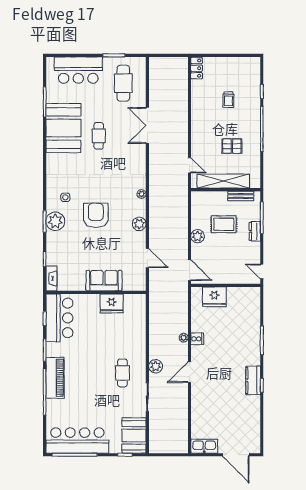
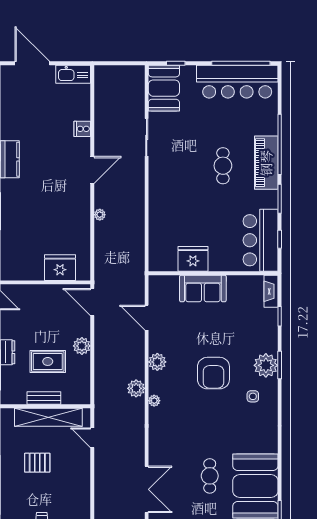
bench: (241, 196) -> (44, 398), moved
cooker: (197, 339) -> (82, 129), moved
plant: (156, 366) -> (136, 388), moved
cafe table: (122, 373) -> (223, 166), moved

